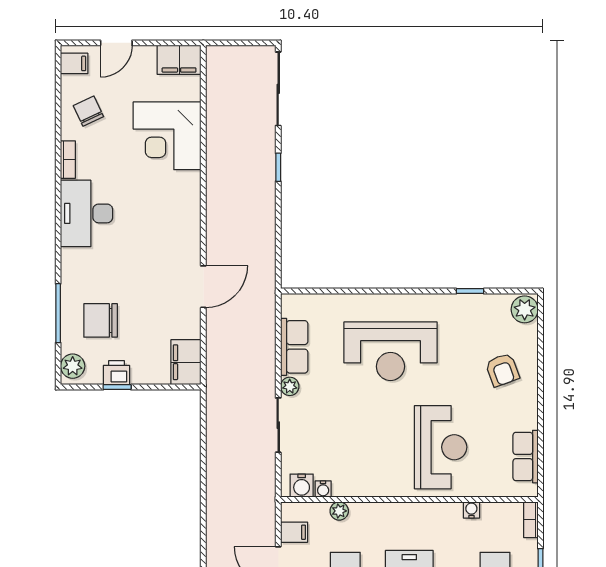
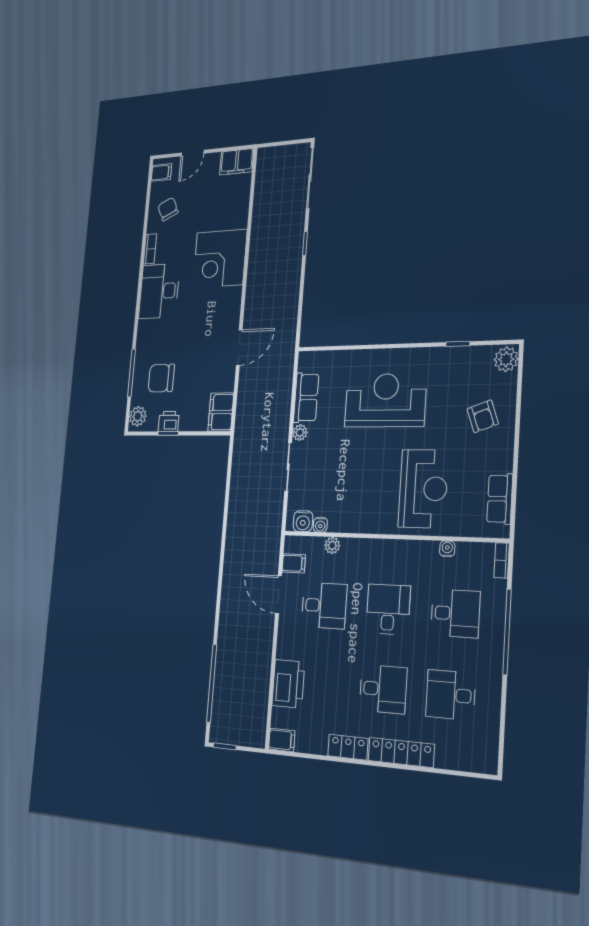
corner desk: (167, 136) -> (220, 259), moved
reception desk: (390, 351) -> (385, 400), turned 180

